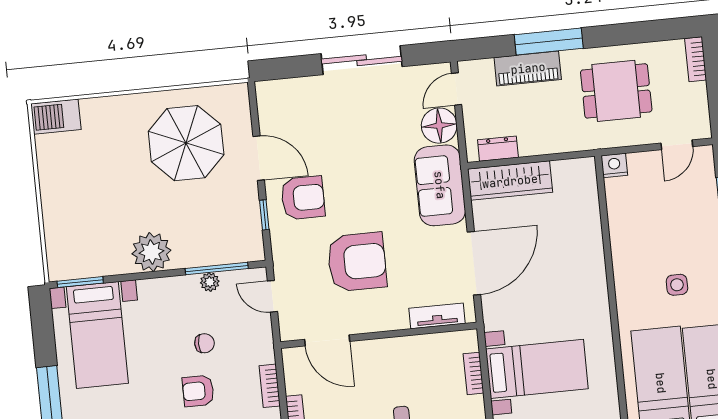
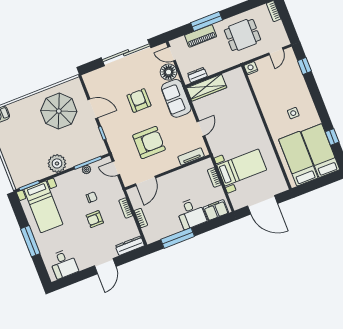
sliding door: (362, 60) -> (126, 53), width x1.36
door: (457, 89) -> (172, 54), hinge flipped
armchair: (303, 198) -> (139, 101), moved, turned -90
door: (474, 263) -> (201, 129), width x0.53
door: (327, 340) -> (146, 181), hinge flipped

